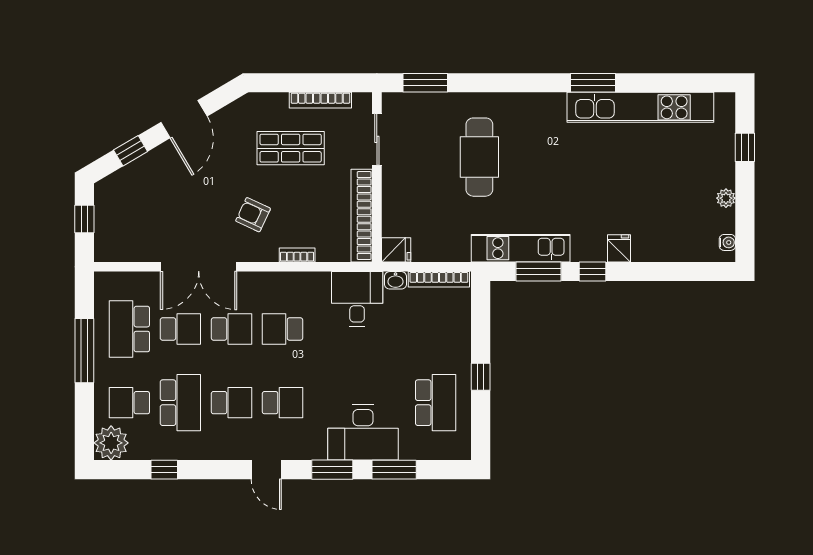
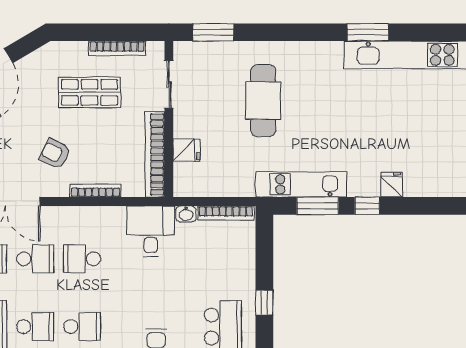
fridge: (396, 250) -> (187, 150), moved
bookcase: (297, 255) -> (95, 191), width x1.56

